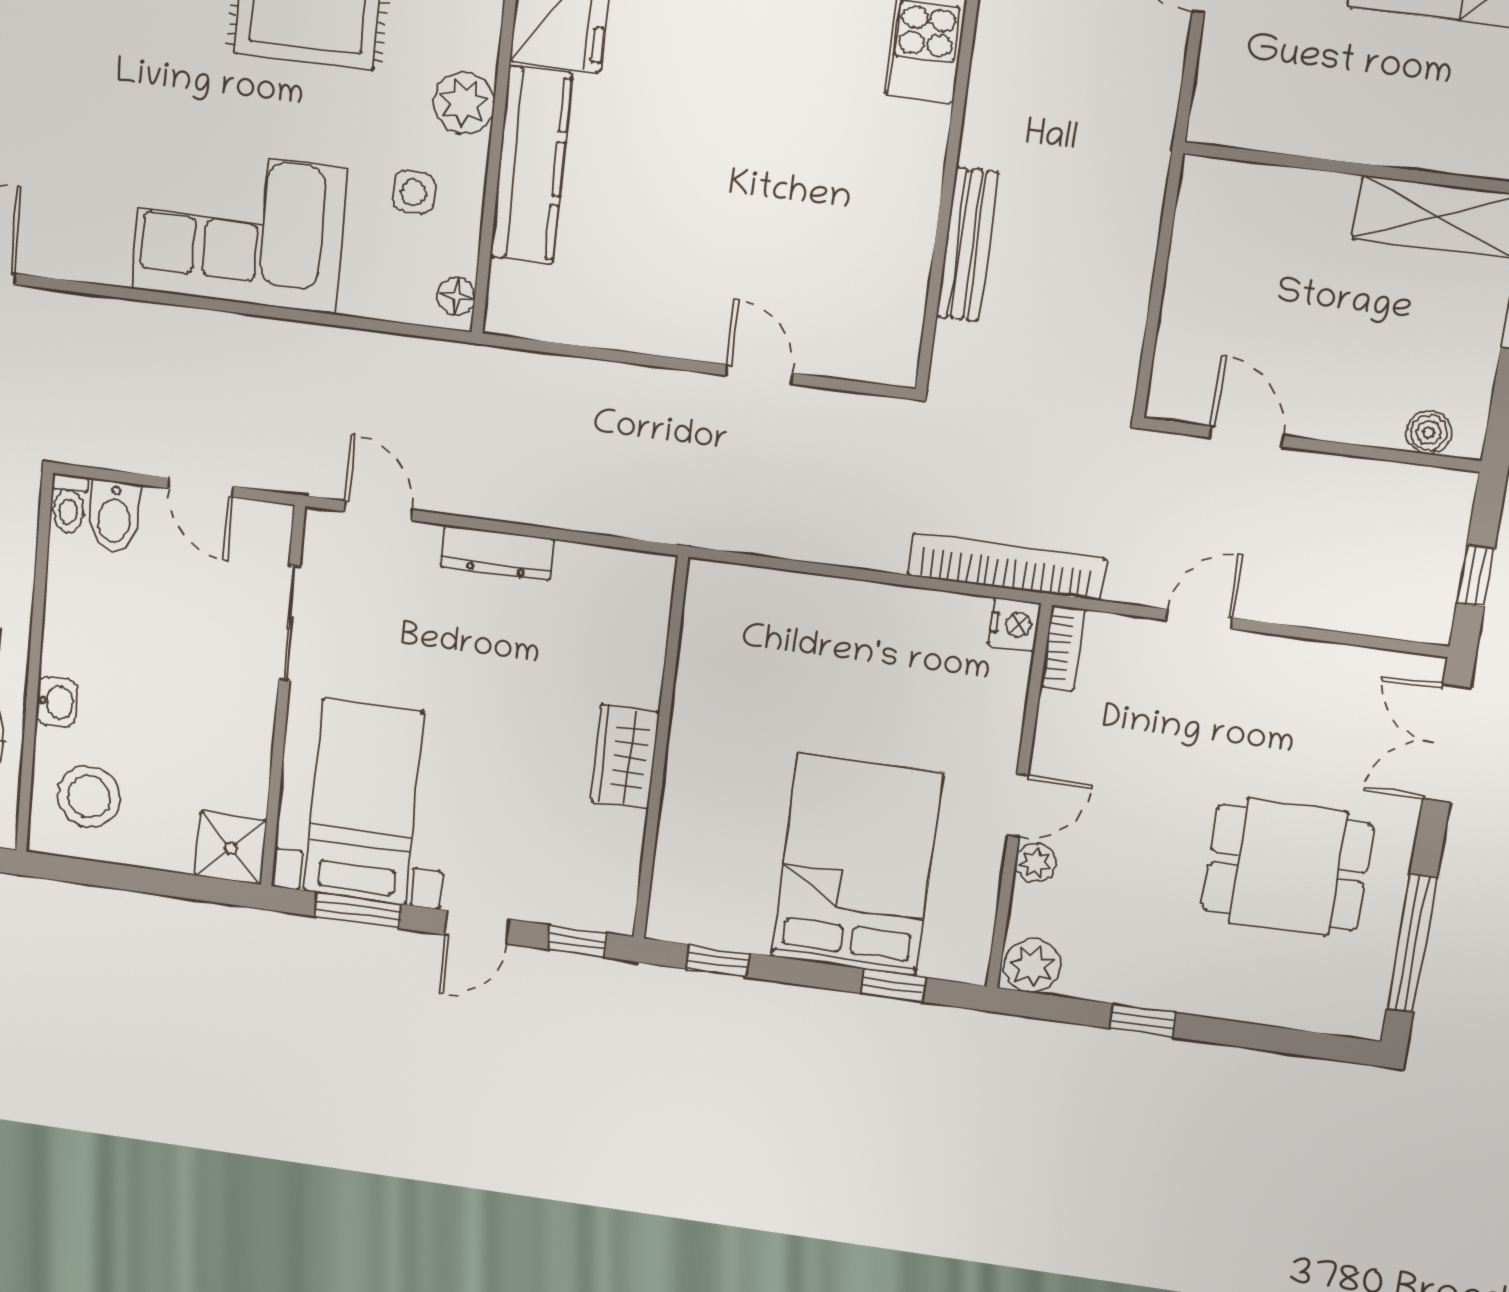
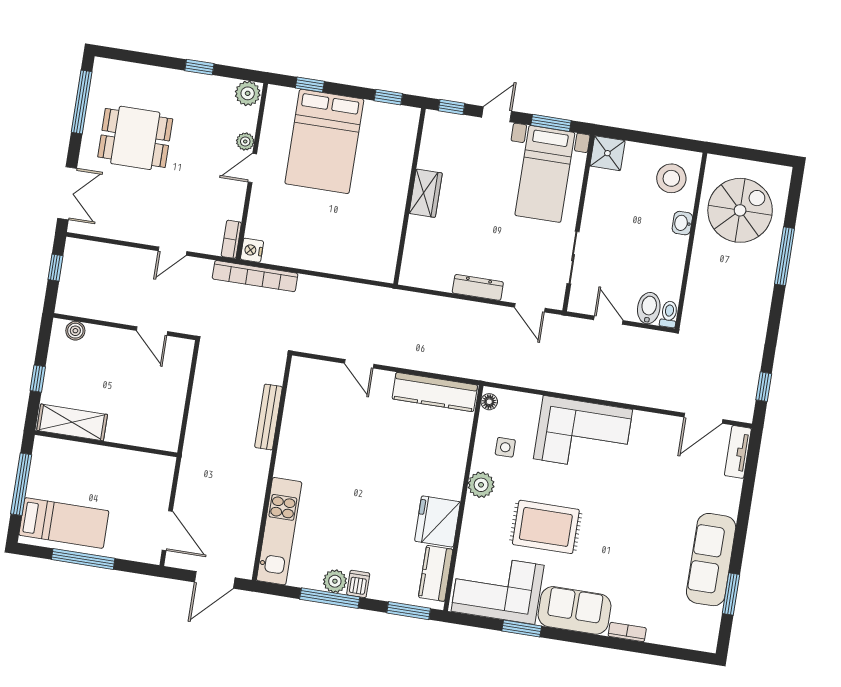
kitchen counter: (531, 165) -> (435, 392), moved, turned -90

